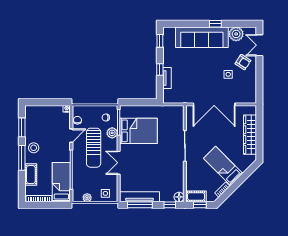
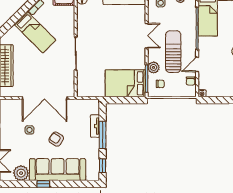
armchair: (243, 62) -> (56, 139), moved
window: (160, 70) -> (103, 135), width x2.17
double door: (214, 104) -> (45, 98), swing flipped
bed: (138, 131) -> (125, 83), moved

